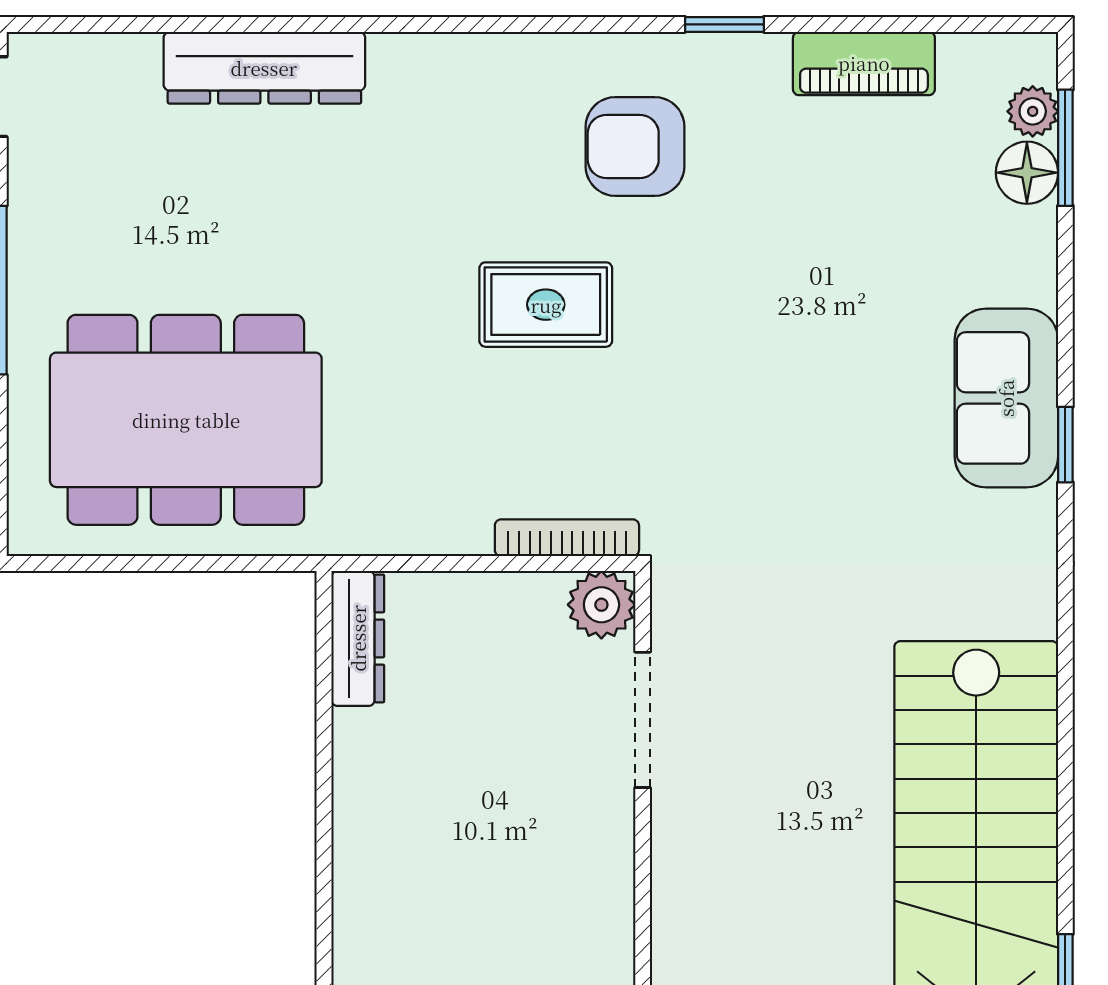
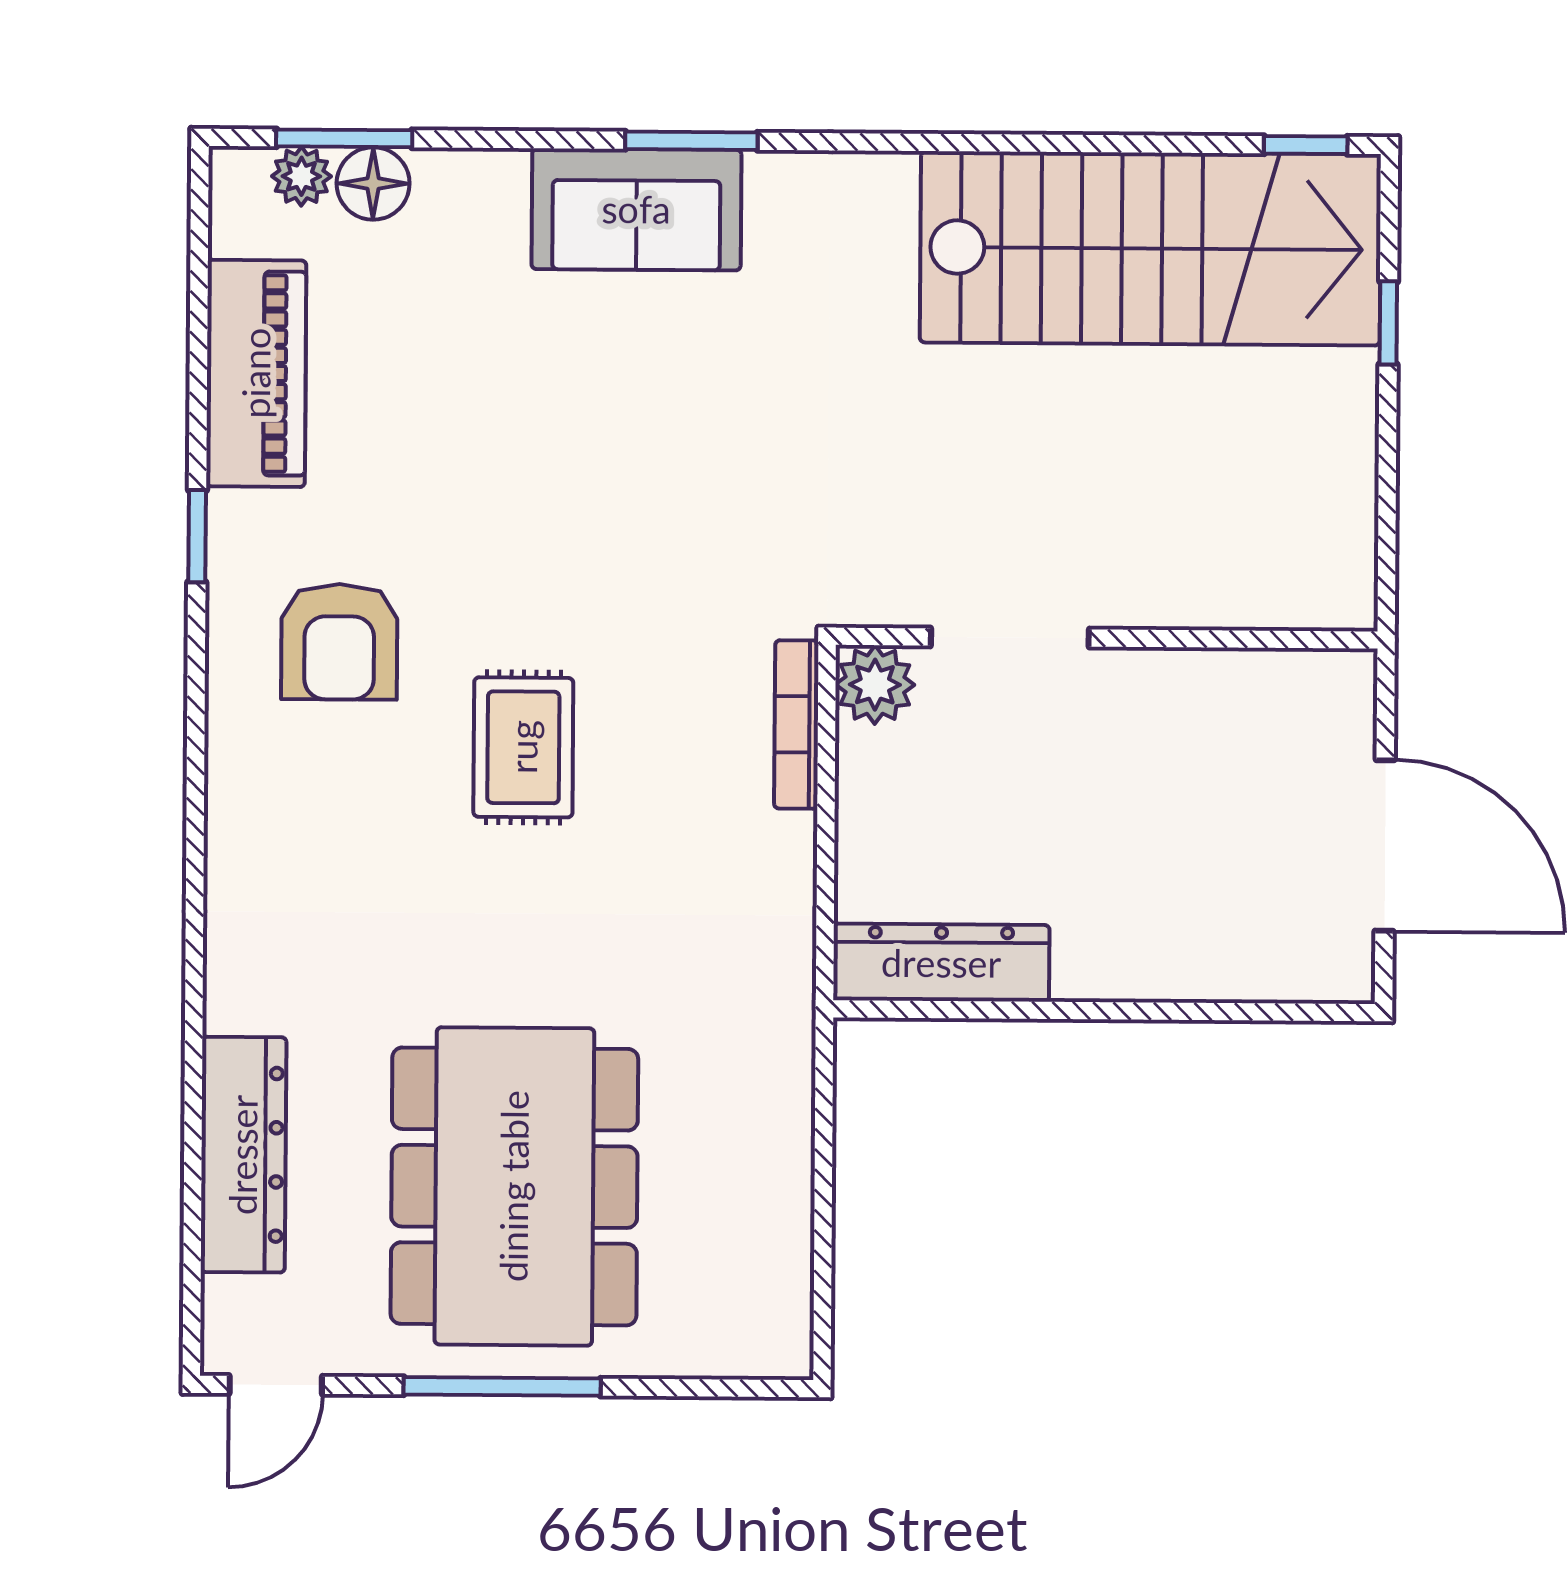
piano: (864, 63) -> (256, 373), width x1.37, depth x1.33
dresser: (264, 68) -> (243, 1155), moved
dining table: (186, 420) -> (514, 1186), moved
window: (1065, 445) -> (691, 141), width x1.50
dresser: (358, 638) -> (941, 963), width x1.37, depth x1.24

